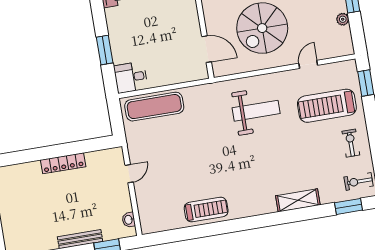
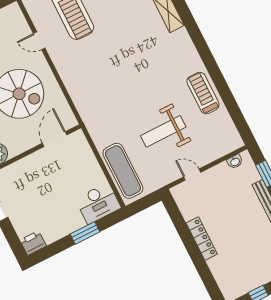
desk: (131, 77) -> (98, 203), width x1.37
weight bench: (256, 111) -> (163, 131), moved, turned -90

